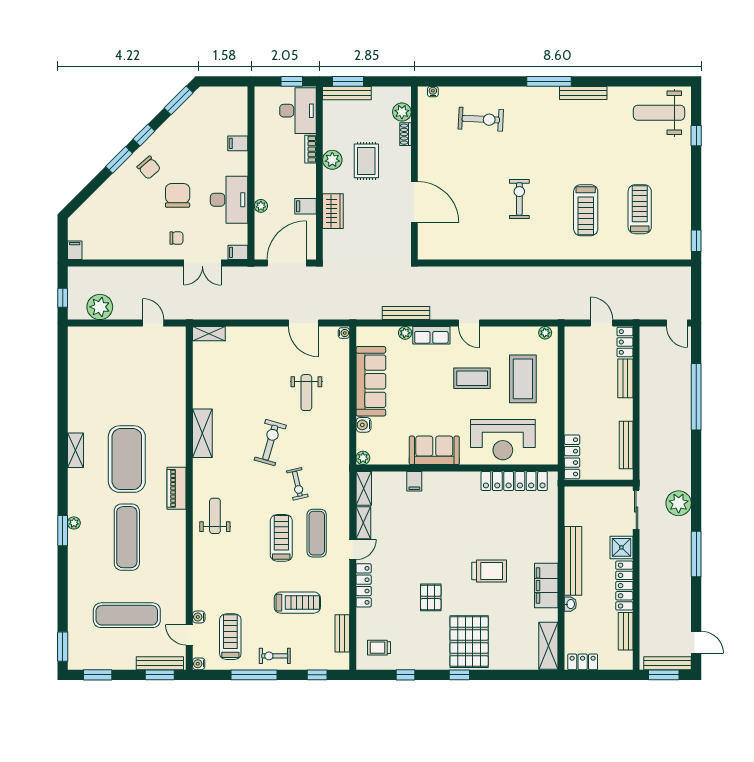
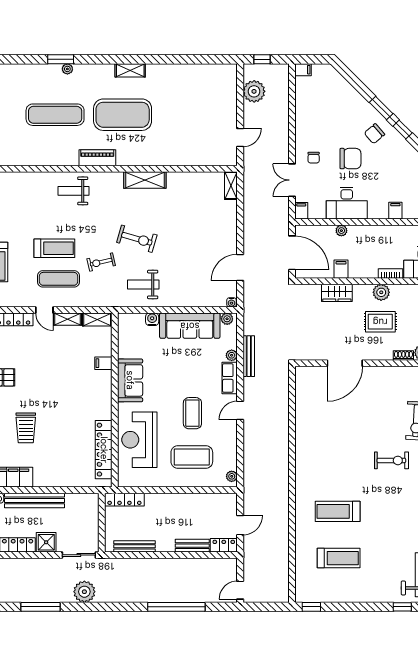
exercise bike: (519, 199) -> (391, 460), moved
weight bench: (306, 393) -> (143, 284), moved
plant: (363, 458) -> (227, 319), moved
weight bench: (215, 516) -> (73, 191), turned 180

